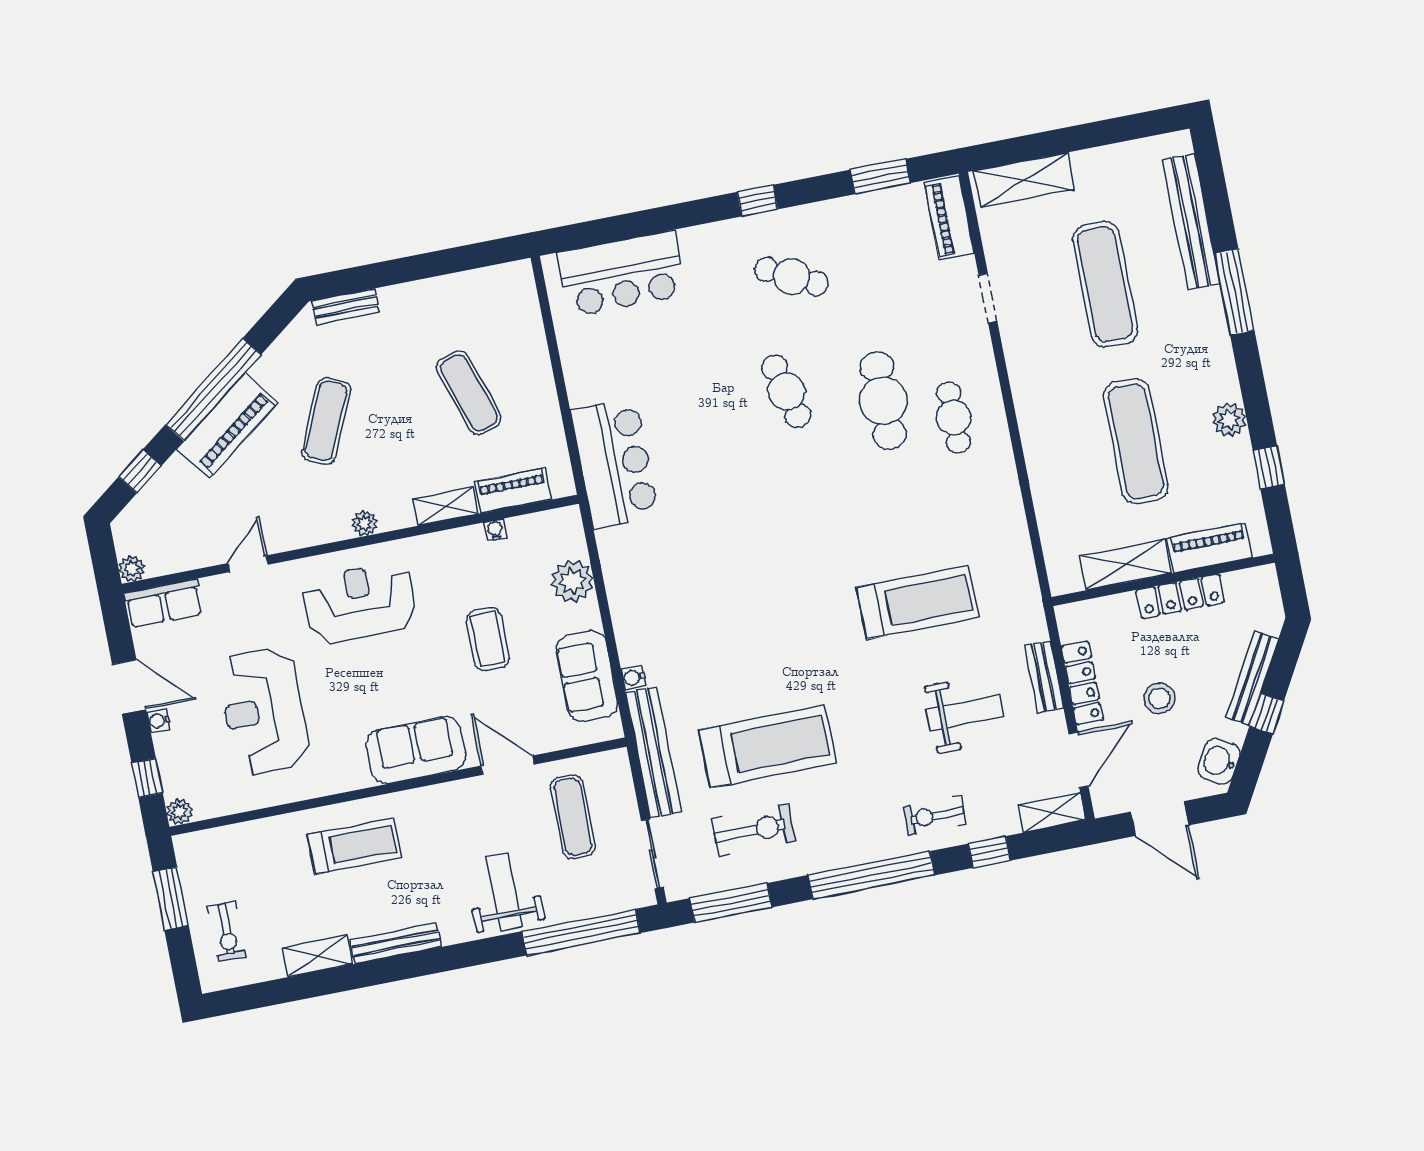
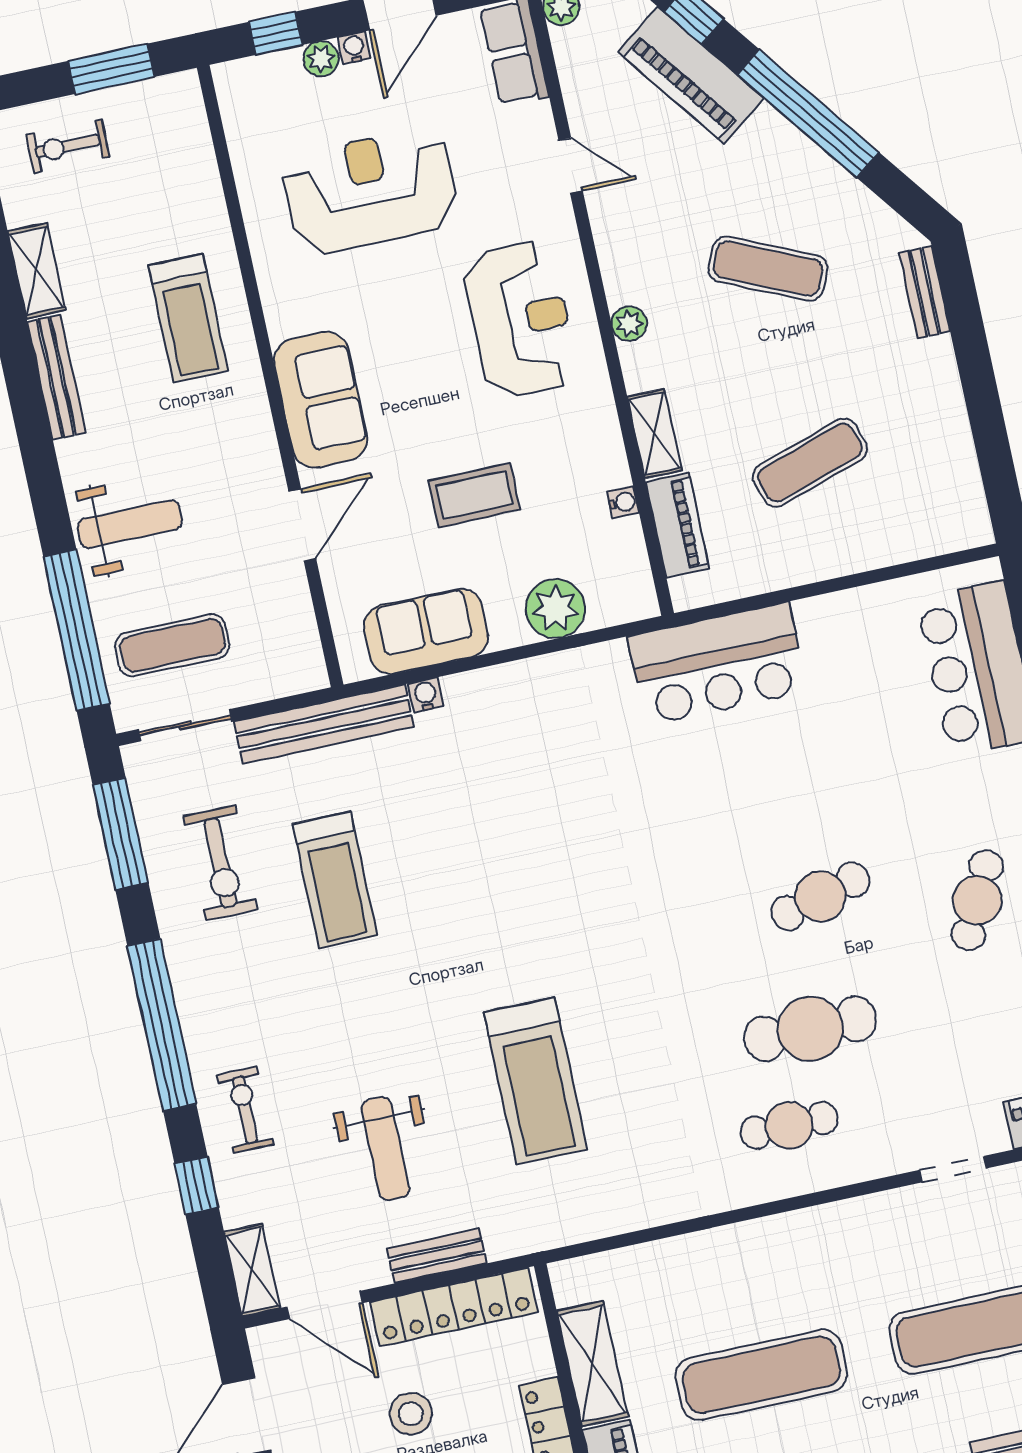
piano: (227, 426) -> (691, 75), moved
locker: (1082, 683) -> (454, 1307), width x1.41, depth x1.21
treadmill: (767, 746) -> (335, 880), width x0.73, depth x0.73
plant: (179, 812) -> (321, 59), moved
exercise mat: (573, 817) -> (172, 645), moved

